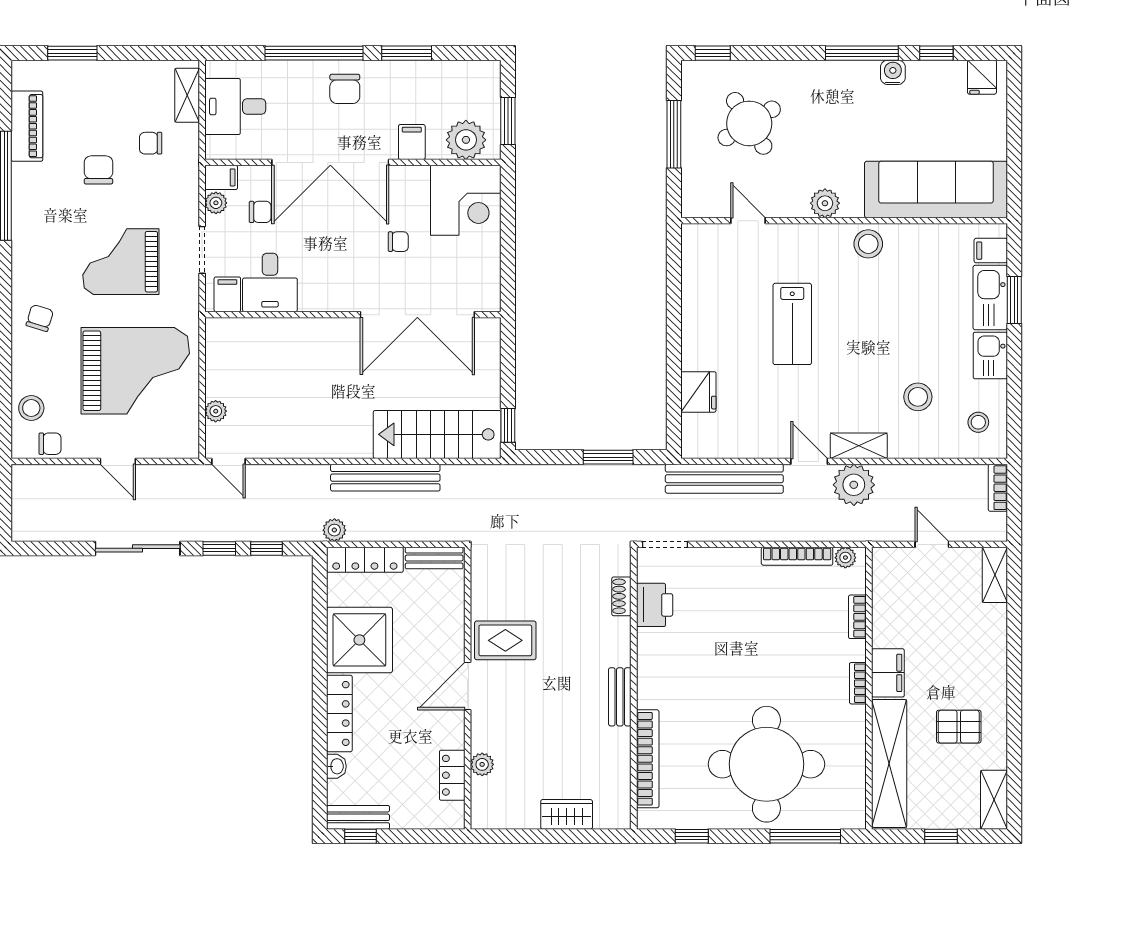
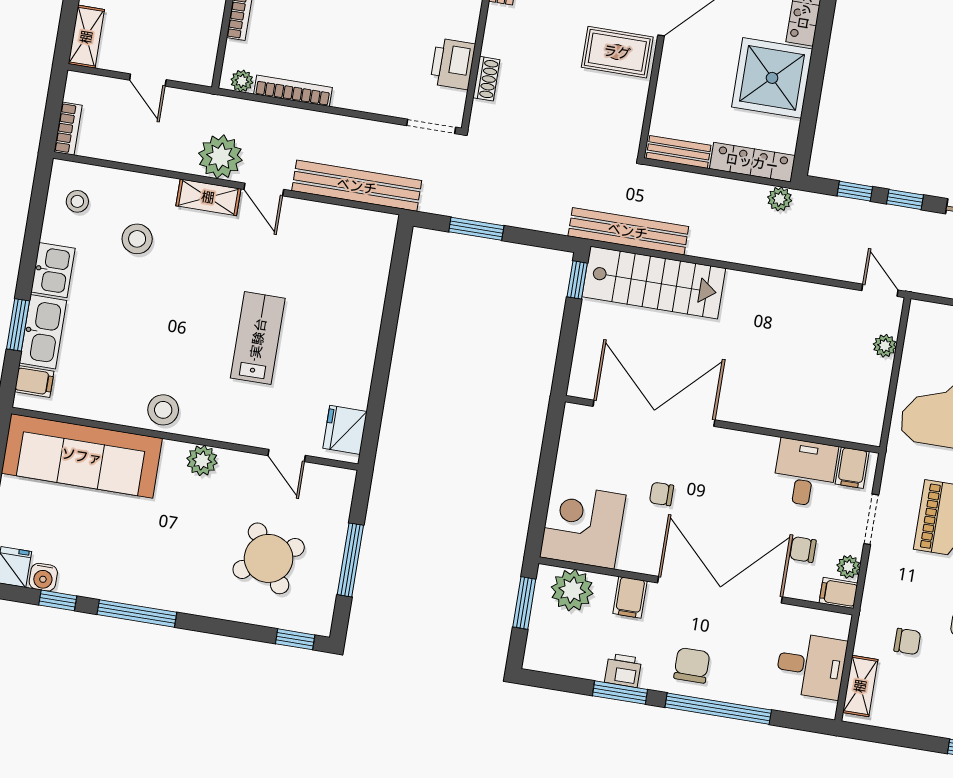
water cooler: (893, 72) -> (43, 577), moved
printer: (407, 74) -> (623, 670), added
fridge: (698, 392) -> (345, 430), moved
bench: (385, 478) -> (628, 231), moved

